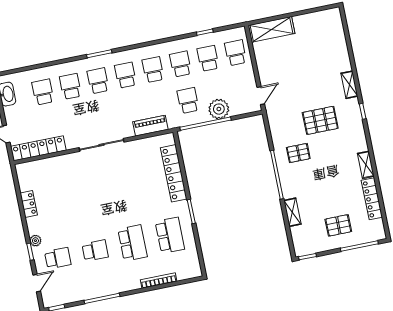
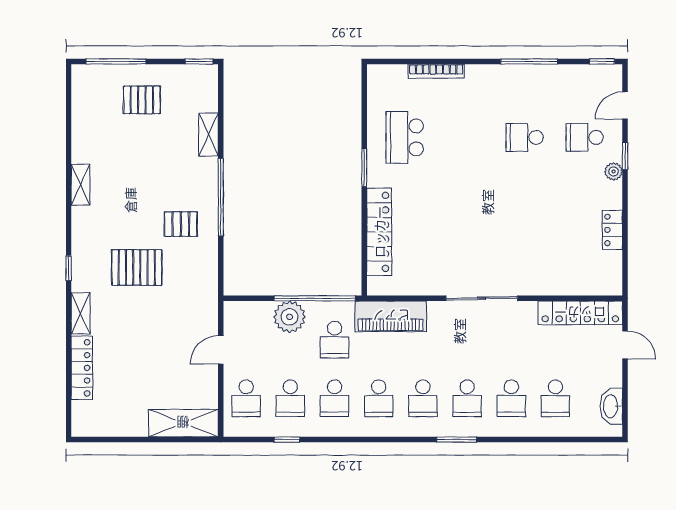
door: (261, 96) -> (221, 350), moved
piano: (150, 126) -> (391, 316), width x1.37, depth x1.33
locker: (372, 199) -> (82, 368), moved
school desk: (133, 243) -> (465, 137), removed

